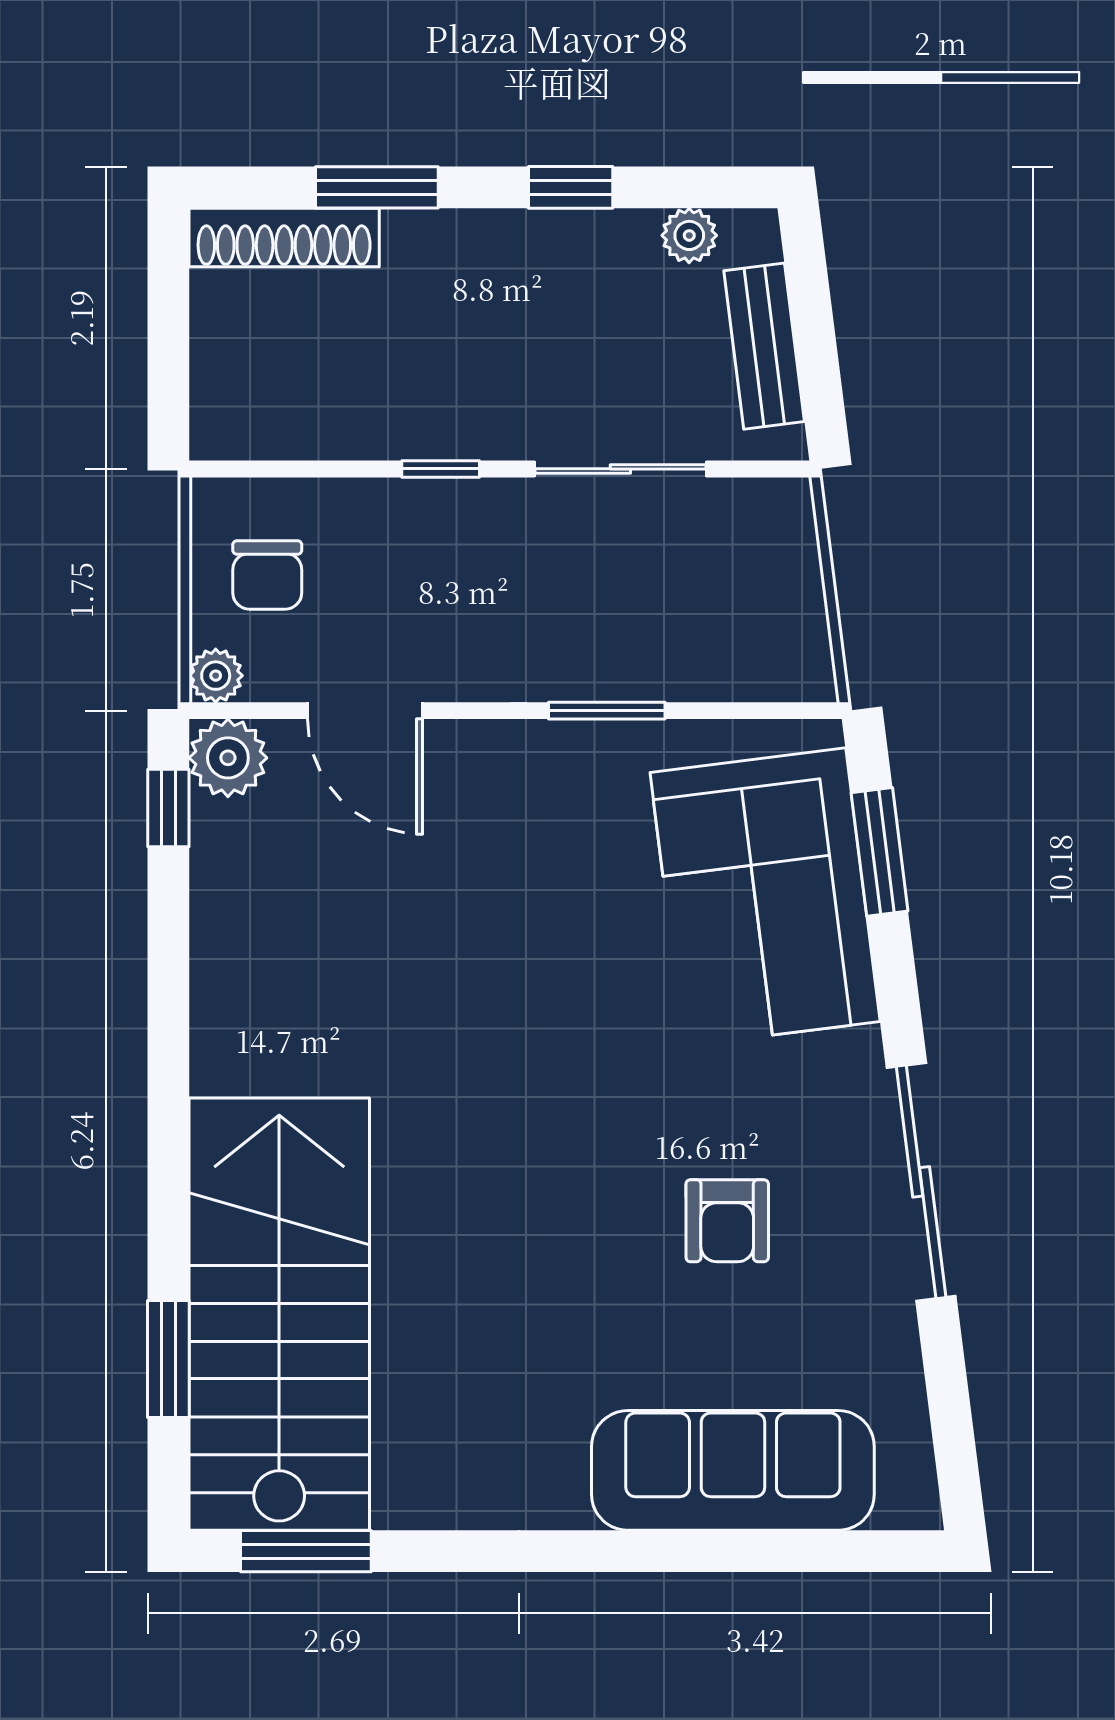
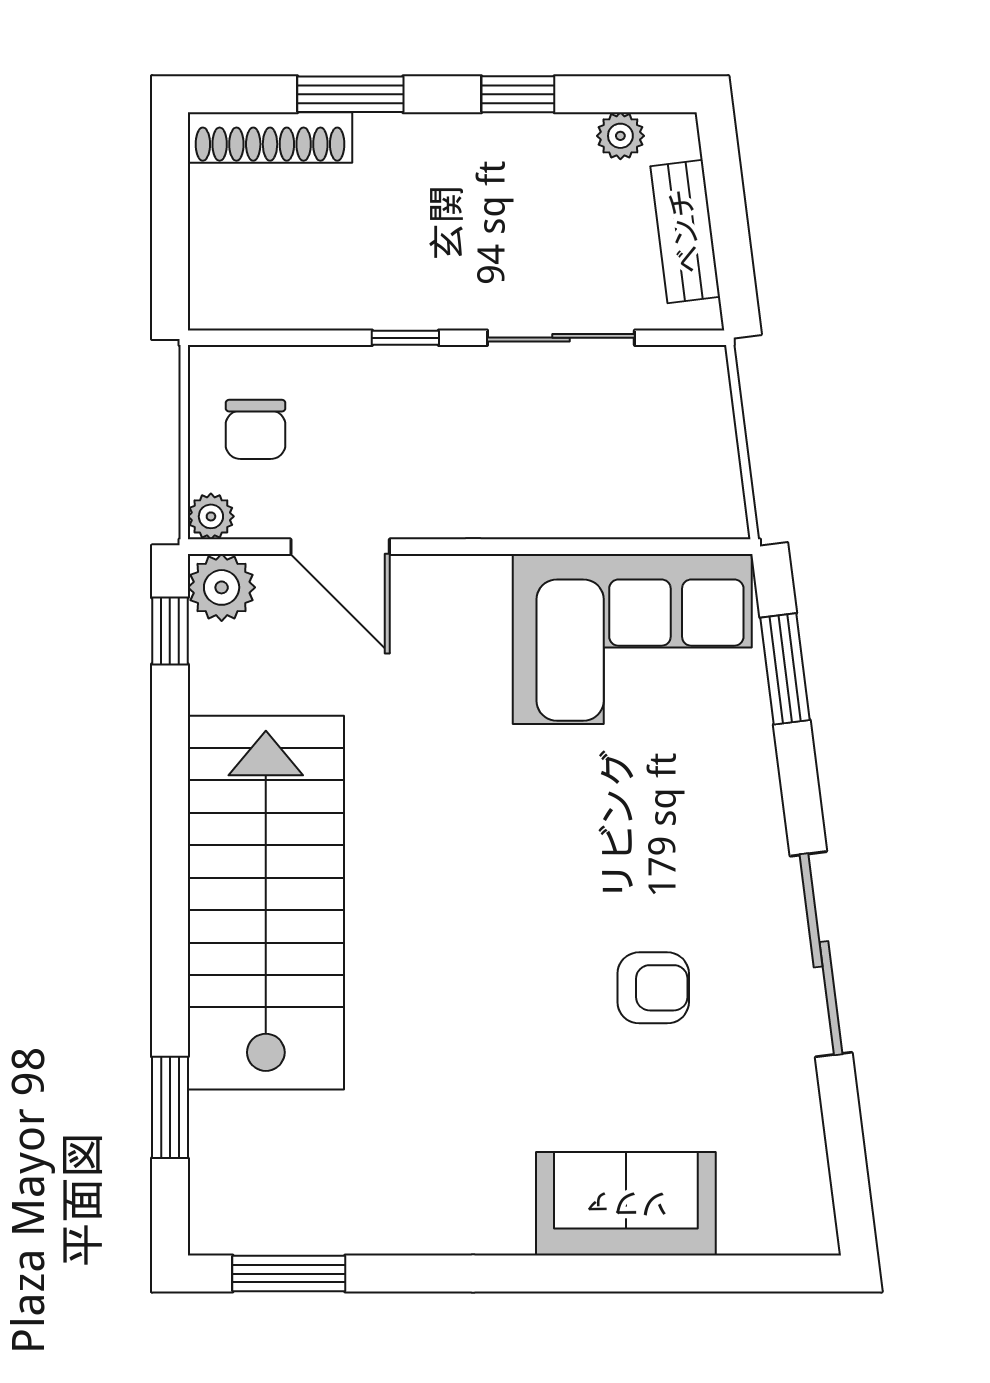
window: (607, 711) -> (549, 547), removed
corner sofa: (765, 897) -> (632, 639), moved, turned -83
armchair: (727, 1221) -> (653, 988), turned -90
stairs: (279, 1314) -> (266, 903), moved
sofa: (733, 1470) -> (626, 1204), width x0.73

